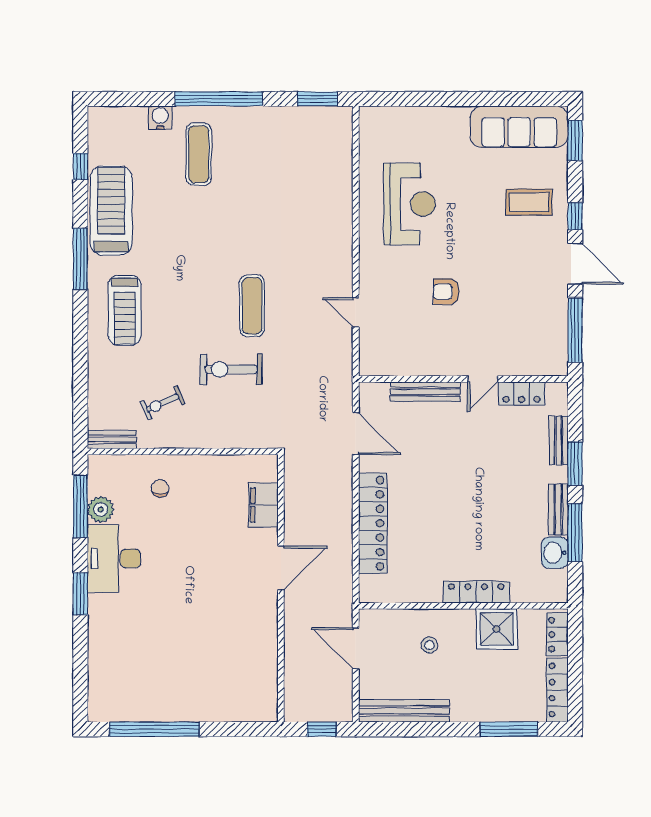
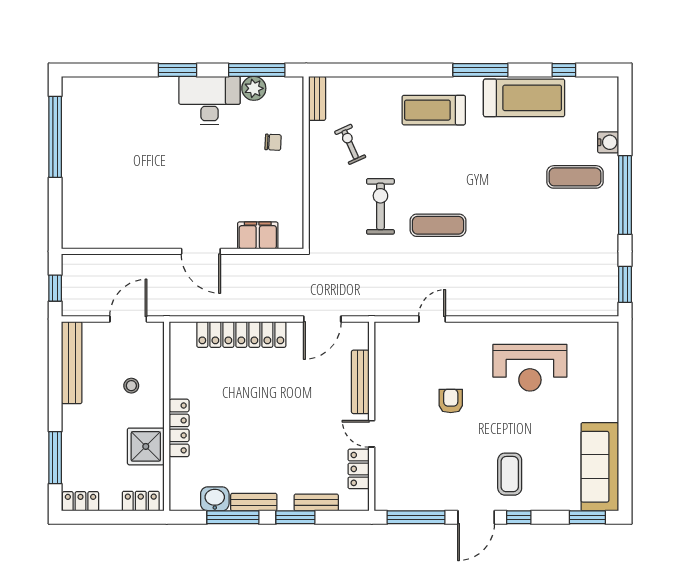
coffee table: (529, 202) -> (510, 474), moved
locker: (557, 690) -> (80, 501), width x0.66

